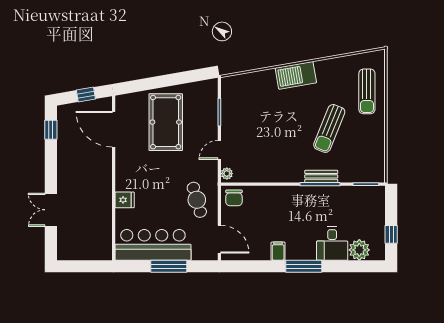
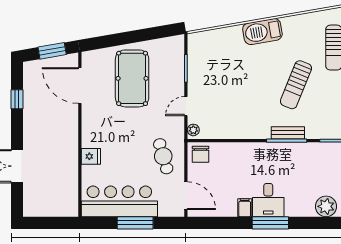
window: (86, 95) -> (52, 51), width x1.50
window: (51, 130) -> (17, 99), moved
desk: (332, 244) -> (268, 200), moved

